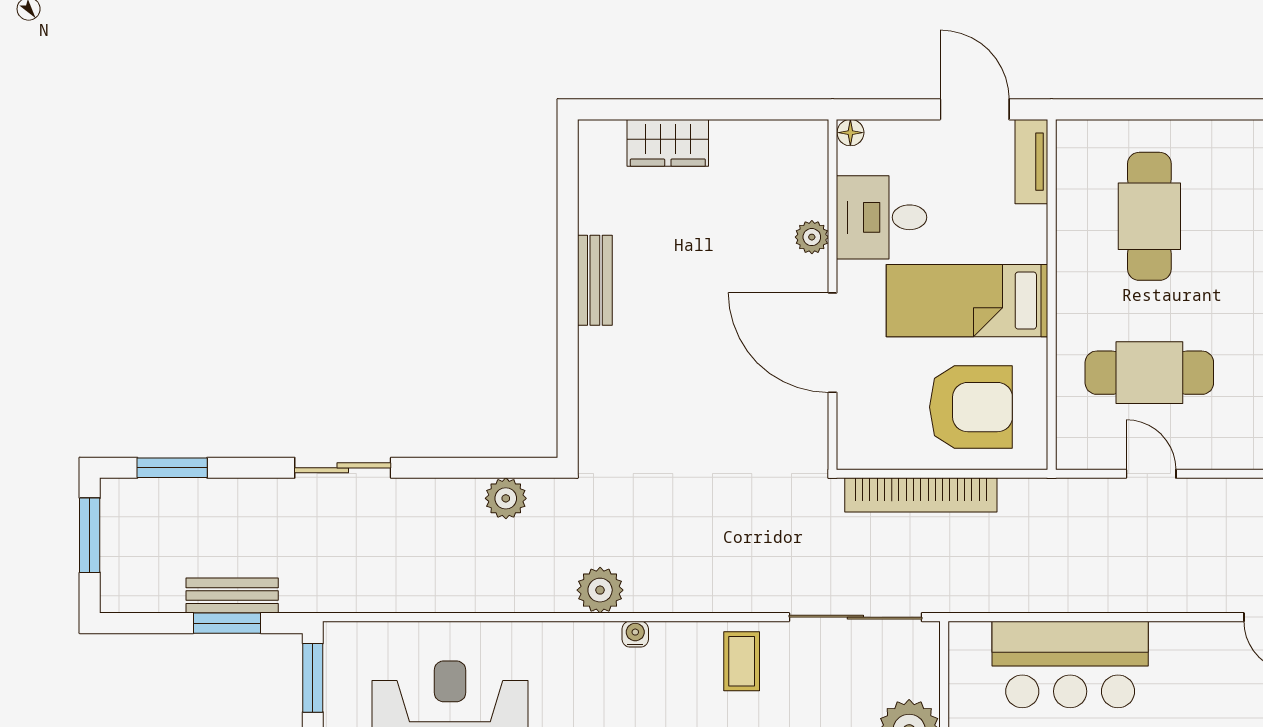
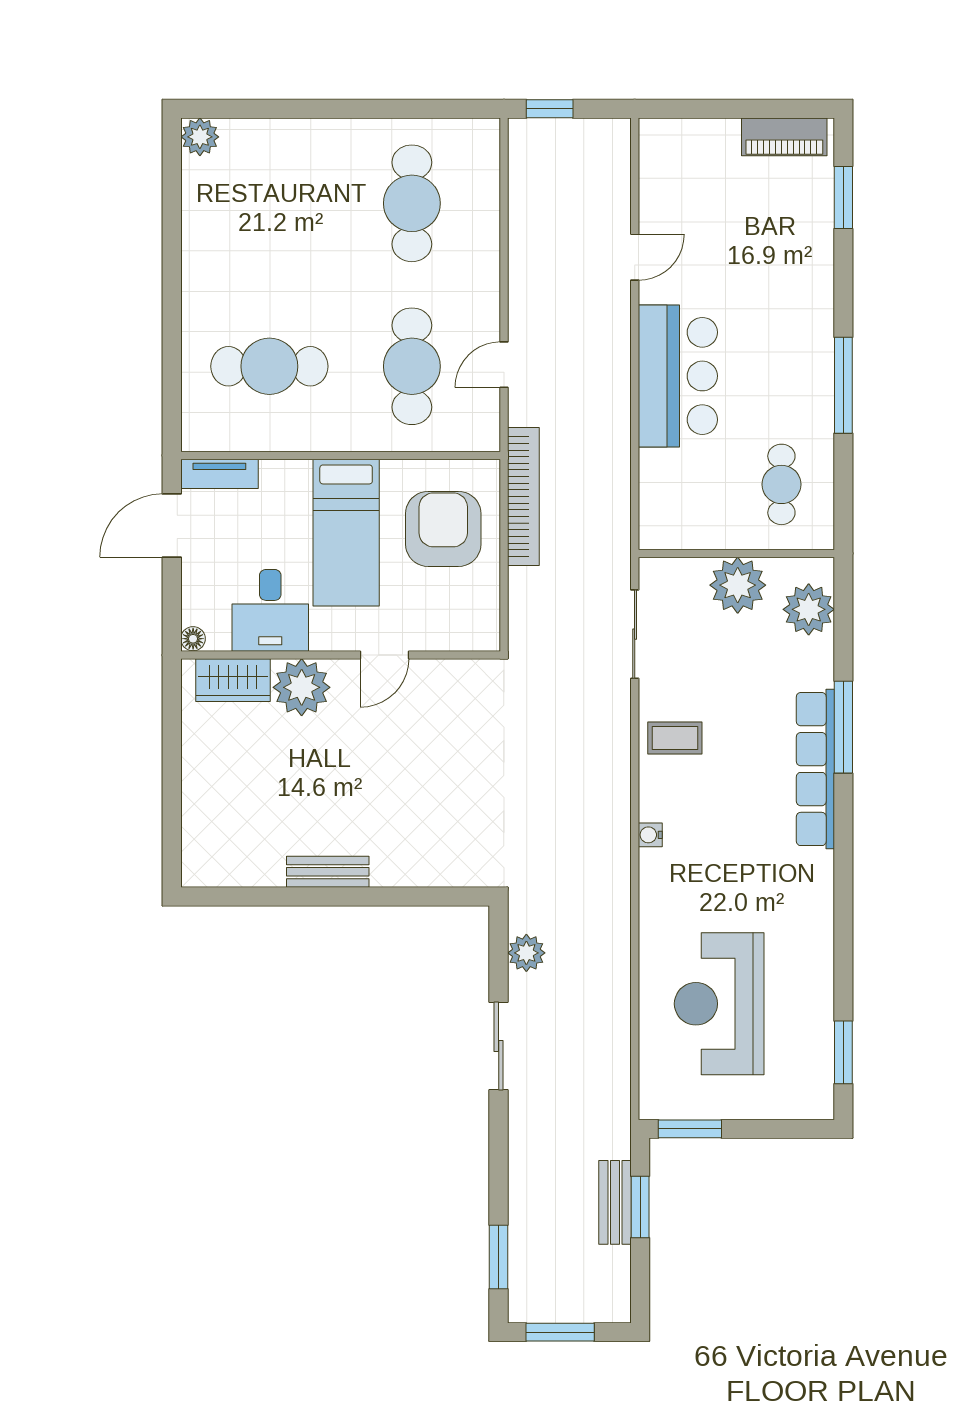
wardrobe: (668, 143) -> (233, 680), moved, turned 90
plant: (812, 237) -> (302, 687), width x1.87, depth x1.87
door: (833, 343) -> (384, 655), width x0.53
sliding door: (343, 468) -> (499, 1046), moved
bookcase: (921, 495) -> (523, 497), moved
plant: (600, 590) -> (610, 867), removed
sliding door: (855, 617) -> (635, 634), width x0.73
bar counter: (1070, 664) -> (678, 376), moved

